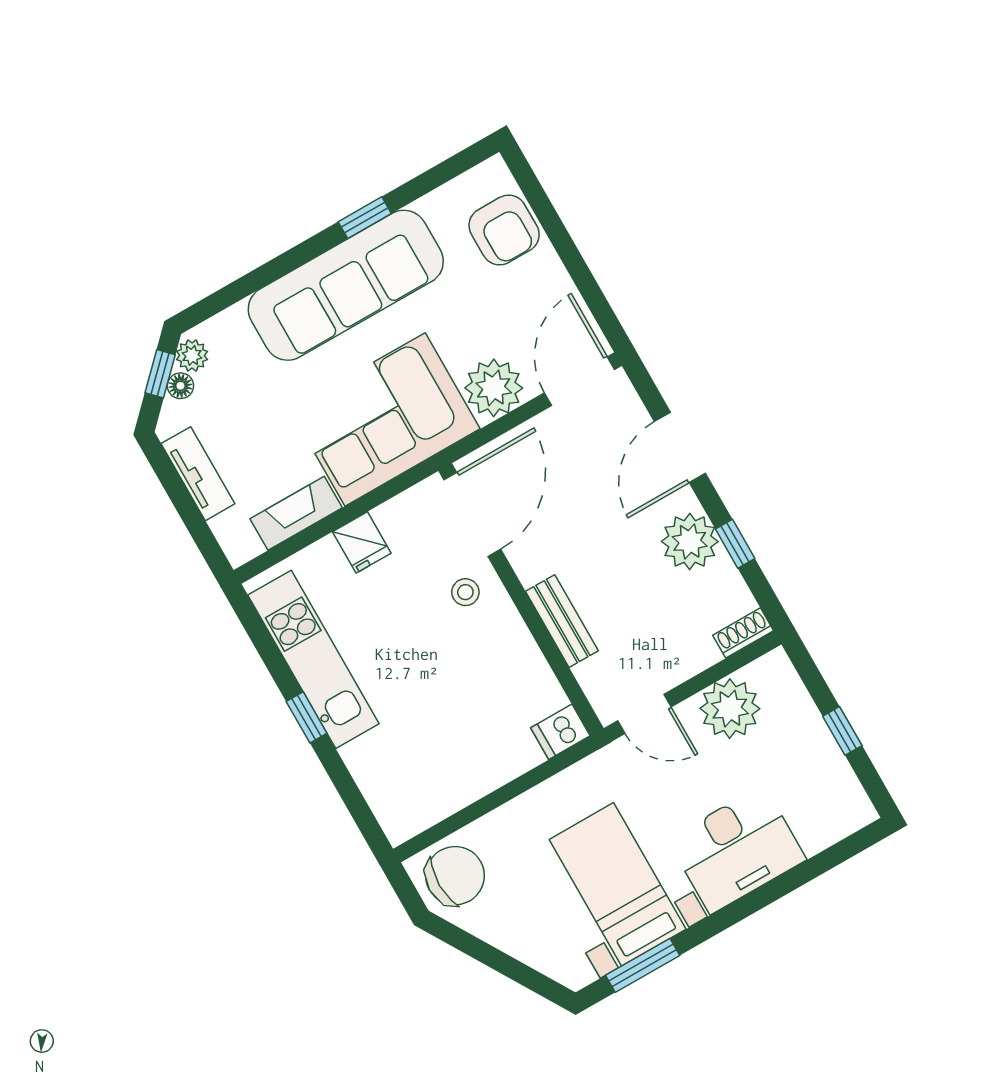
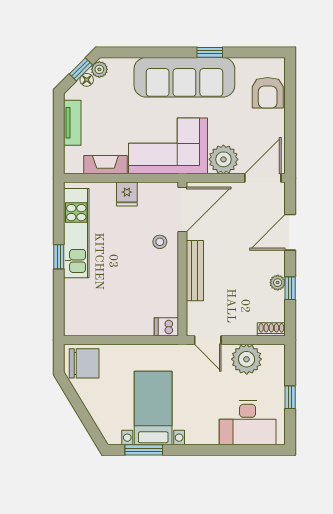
plant: (690, 541) -> (278, 283), width x0.53, depth x0.53
bench: (562, 621) -> (195, 271), width x1.36
desk: (737, 850) -> (248, 423), moved

